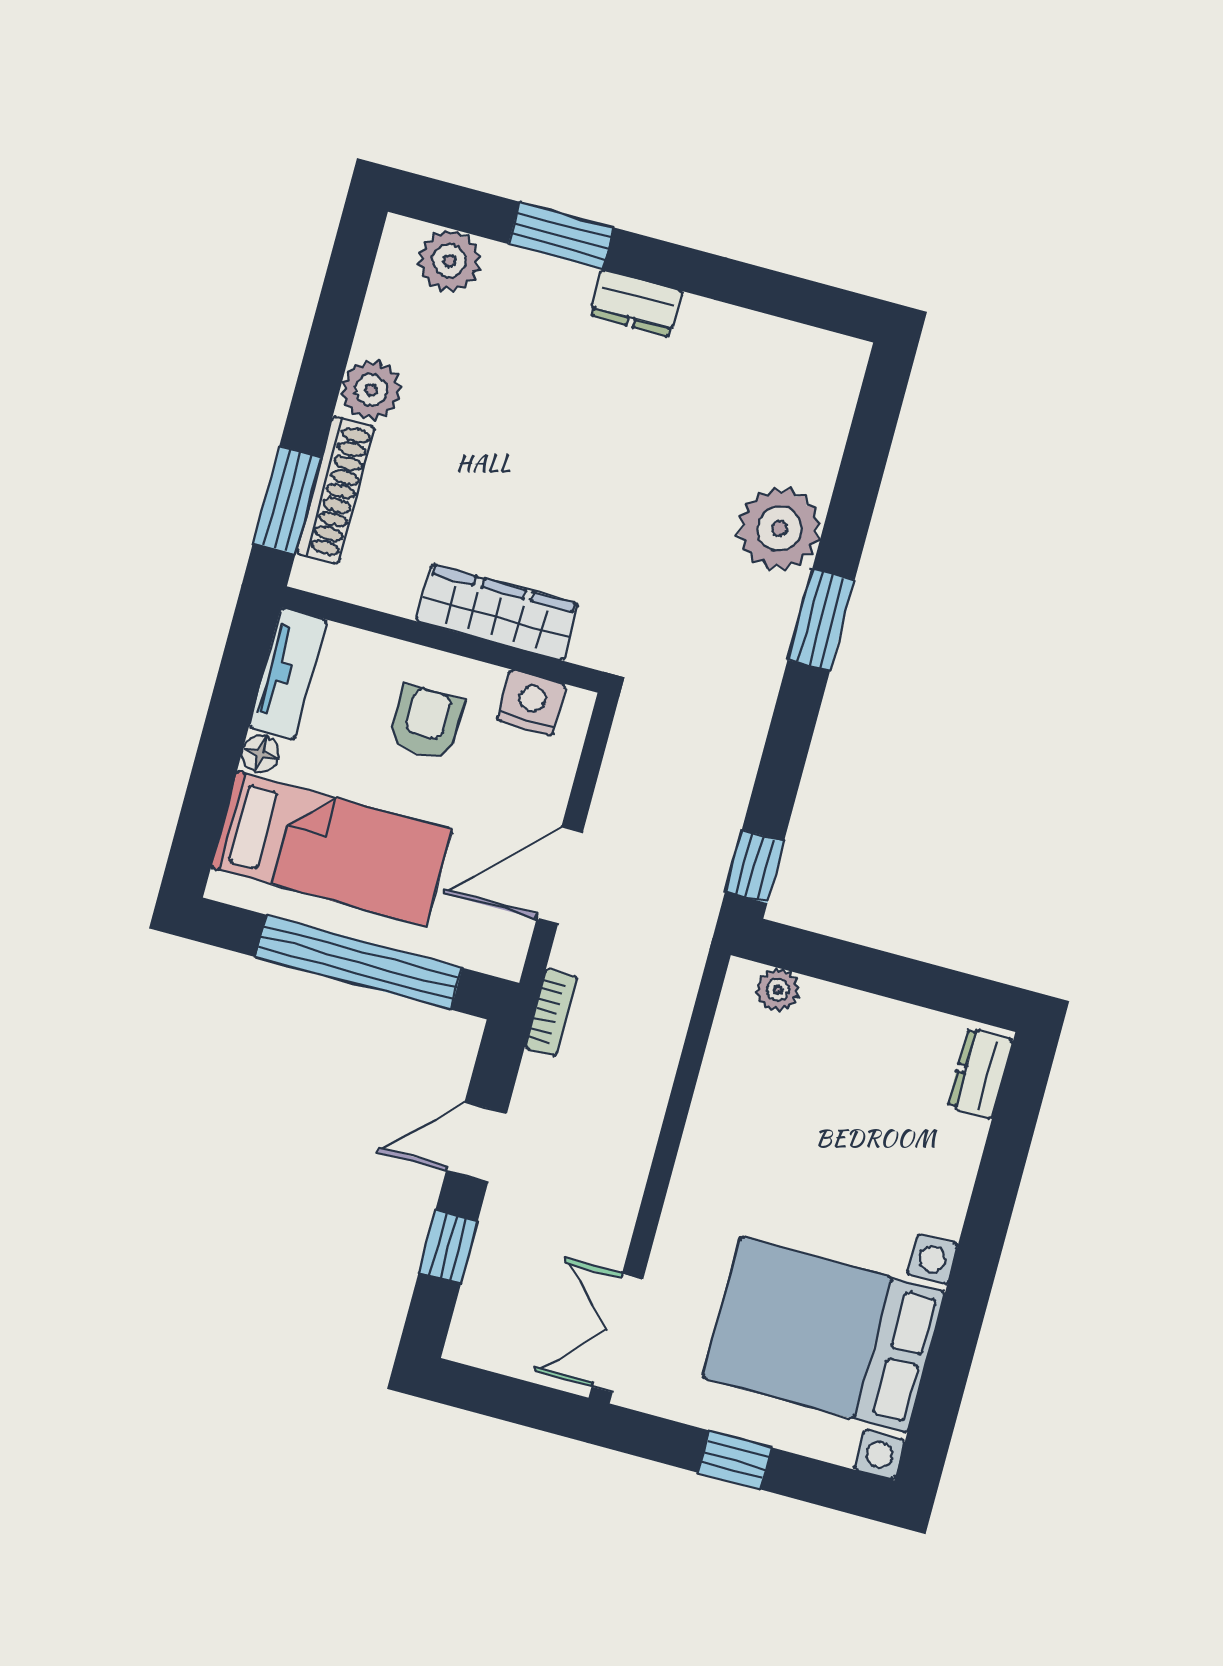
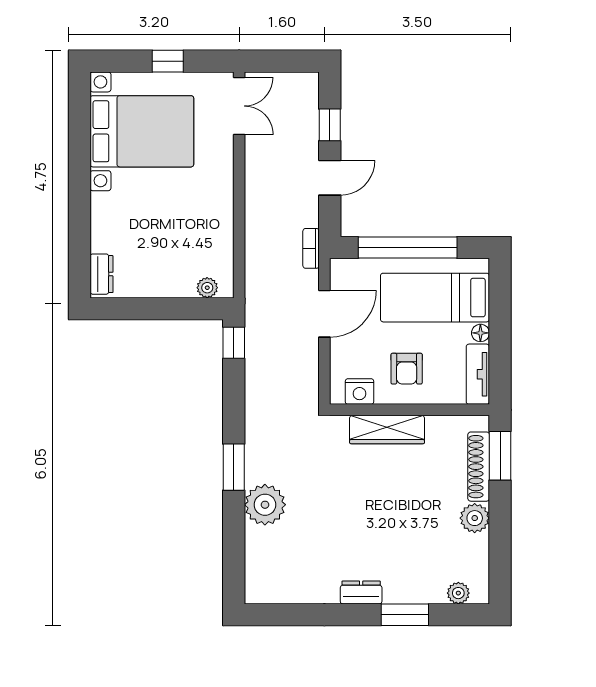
plant: (449, 261) -> (458, 593), width x0.73, depth x0.73

